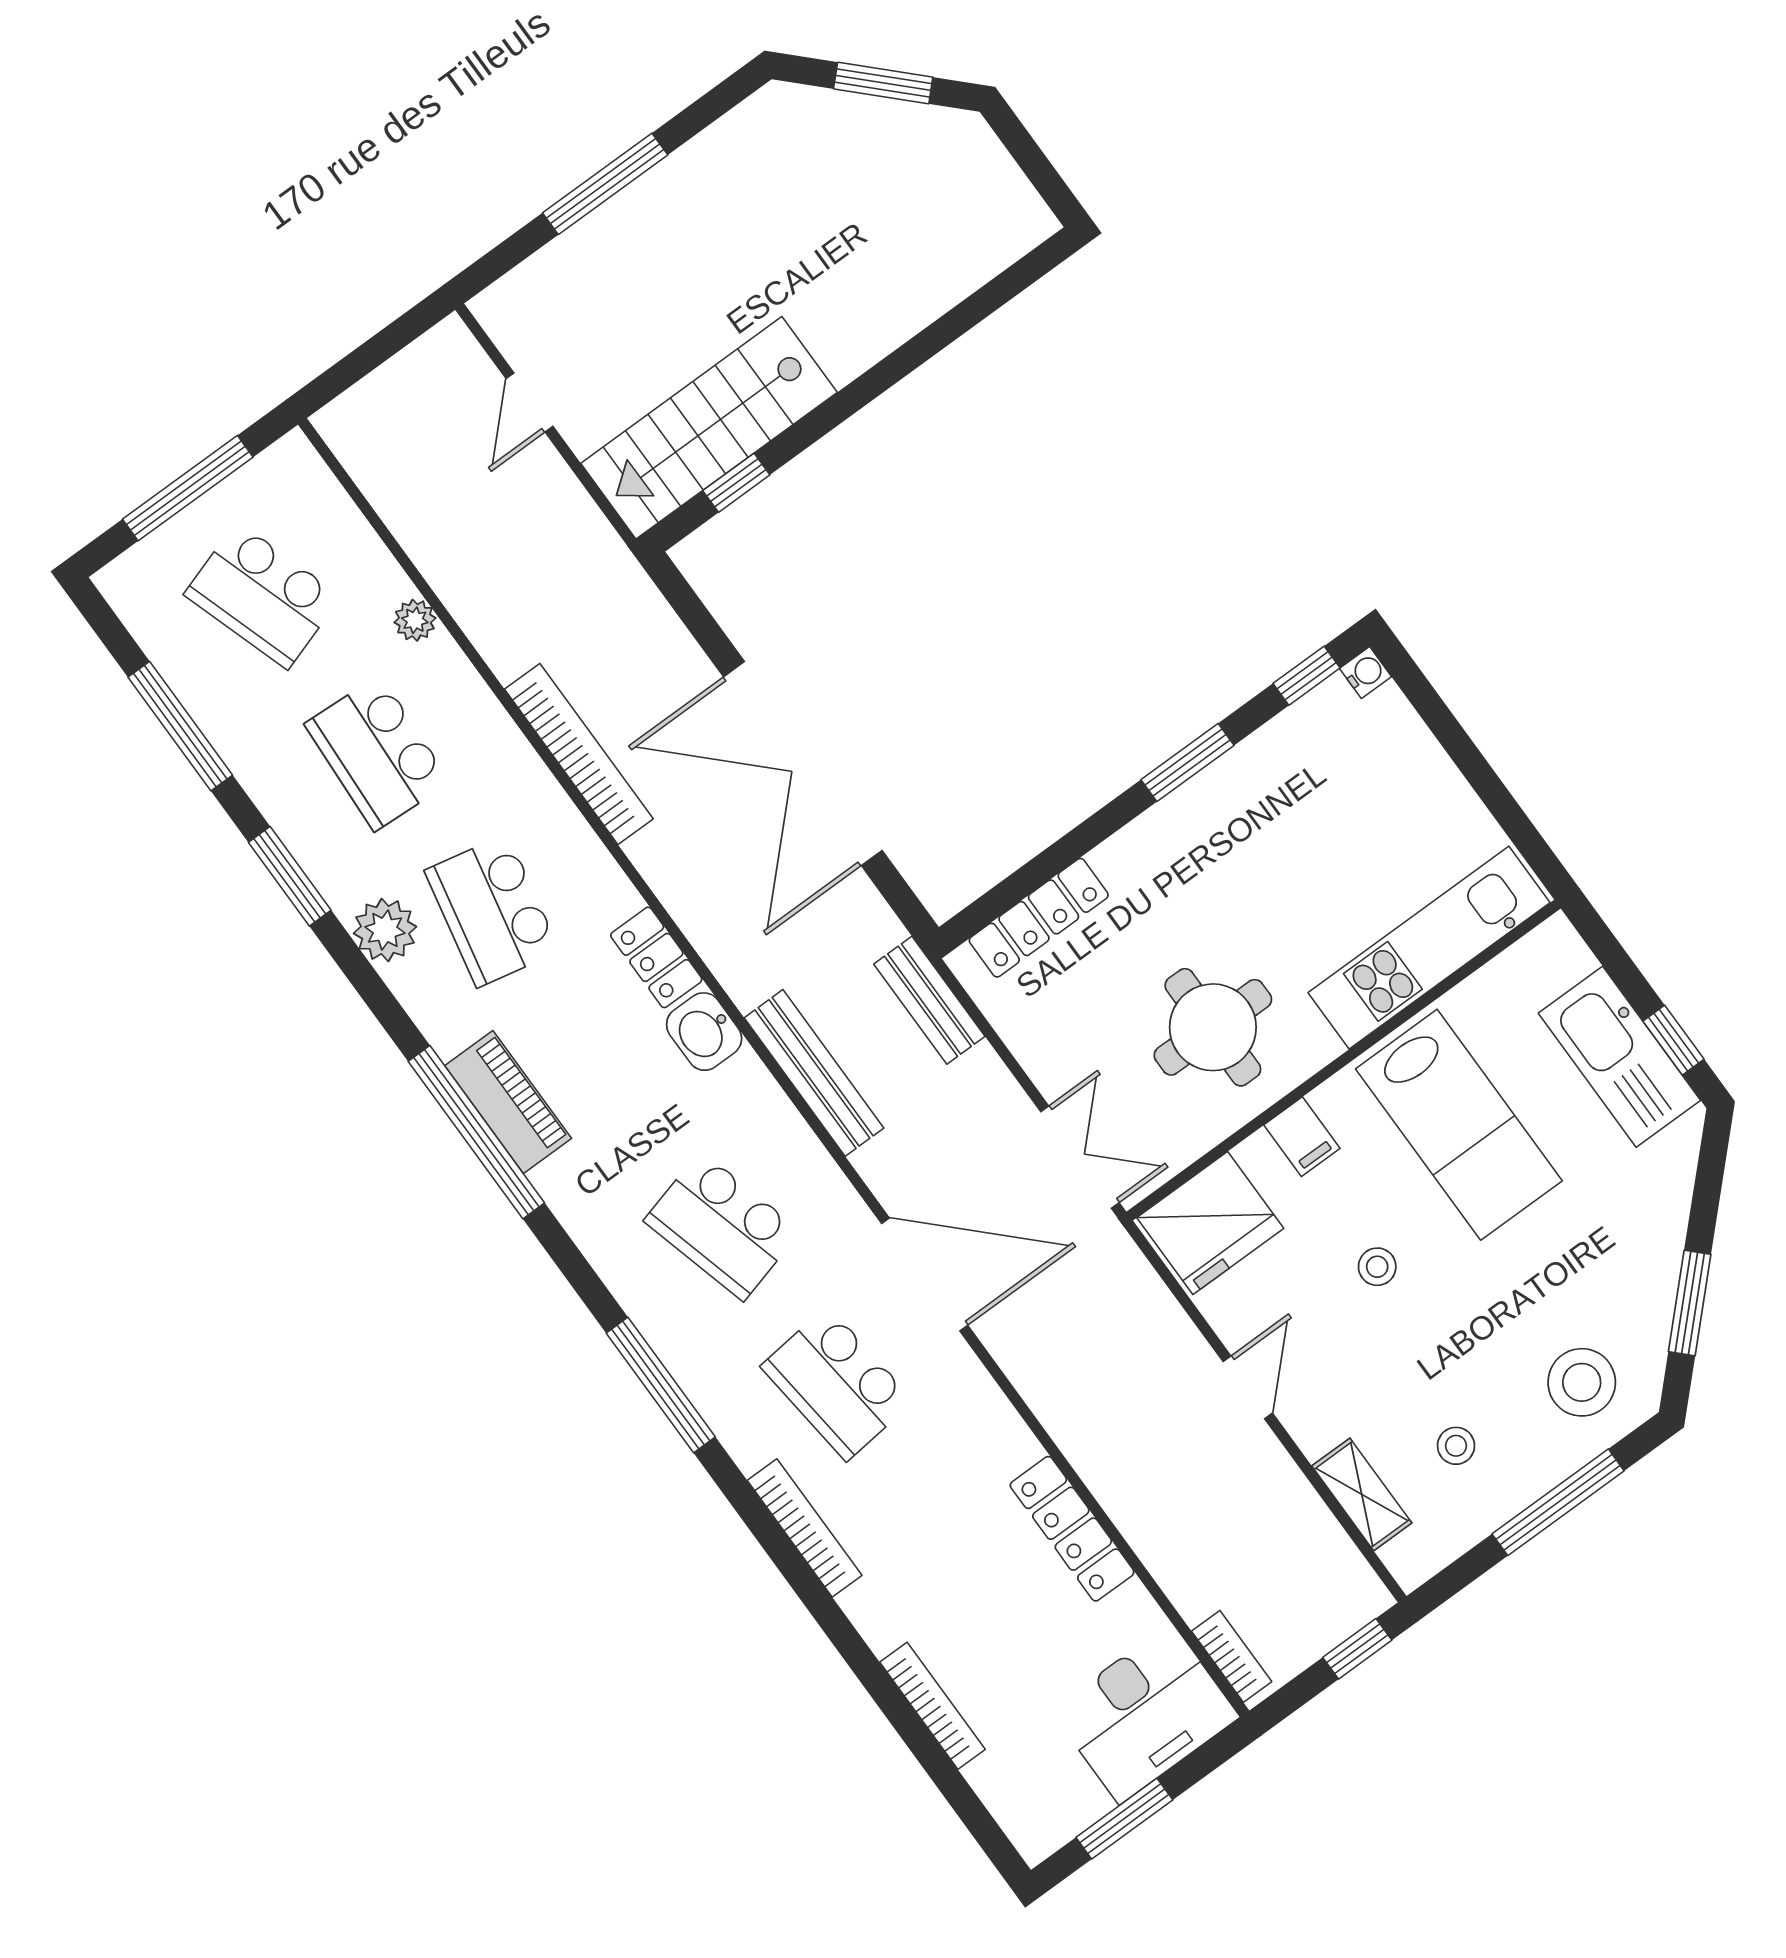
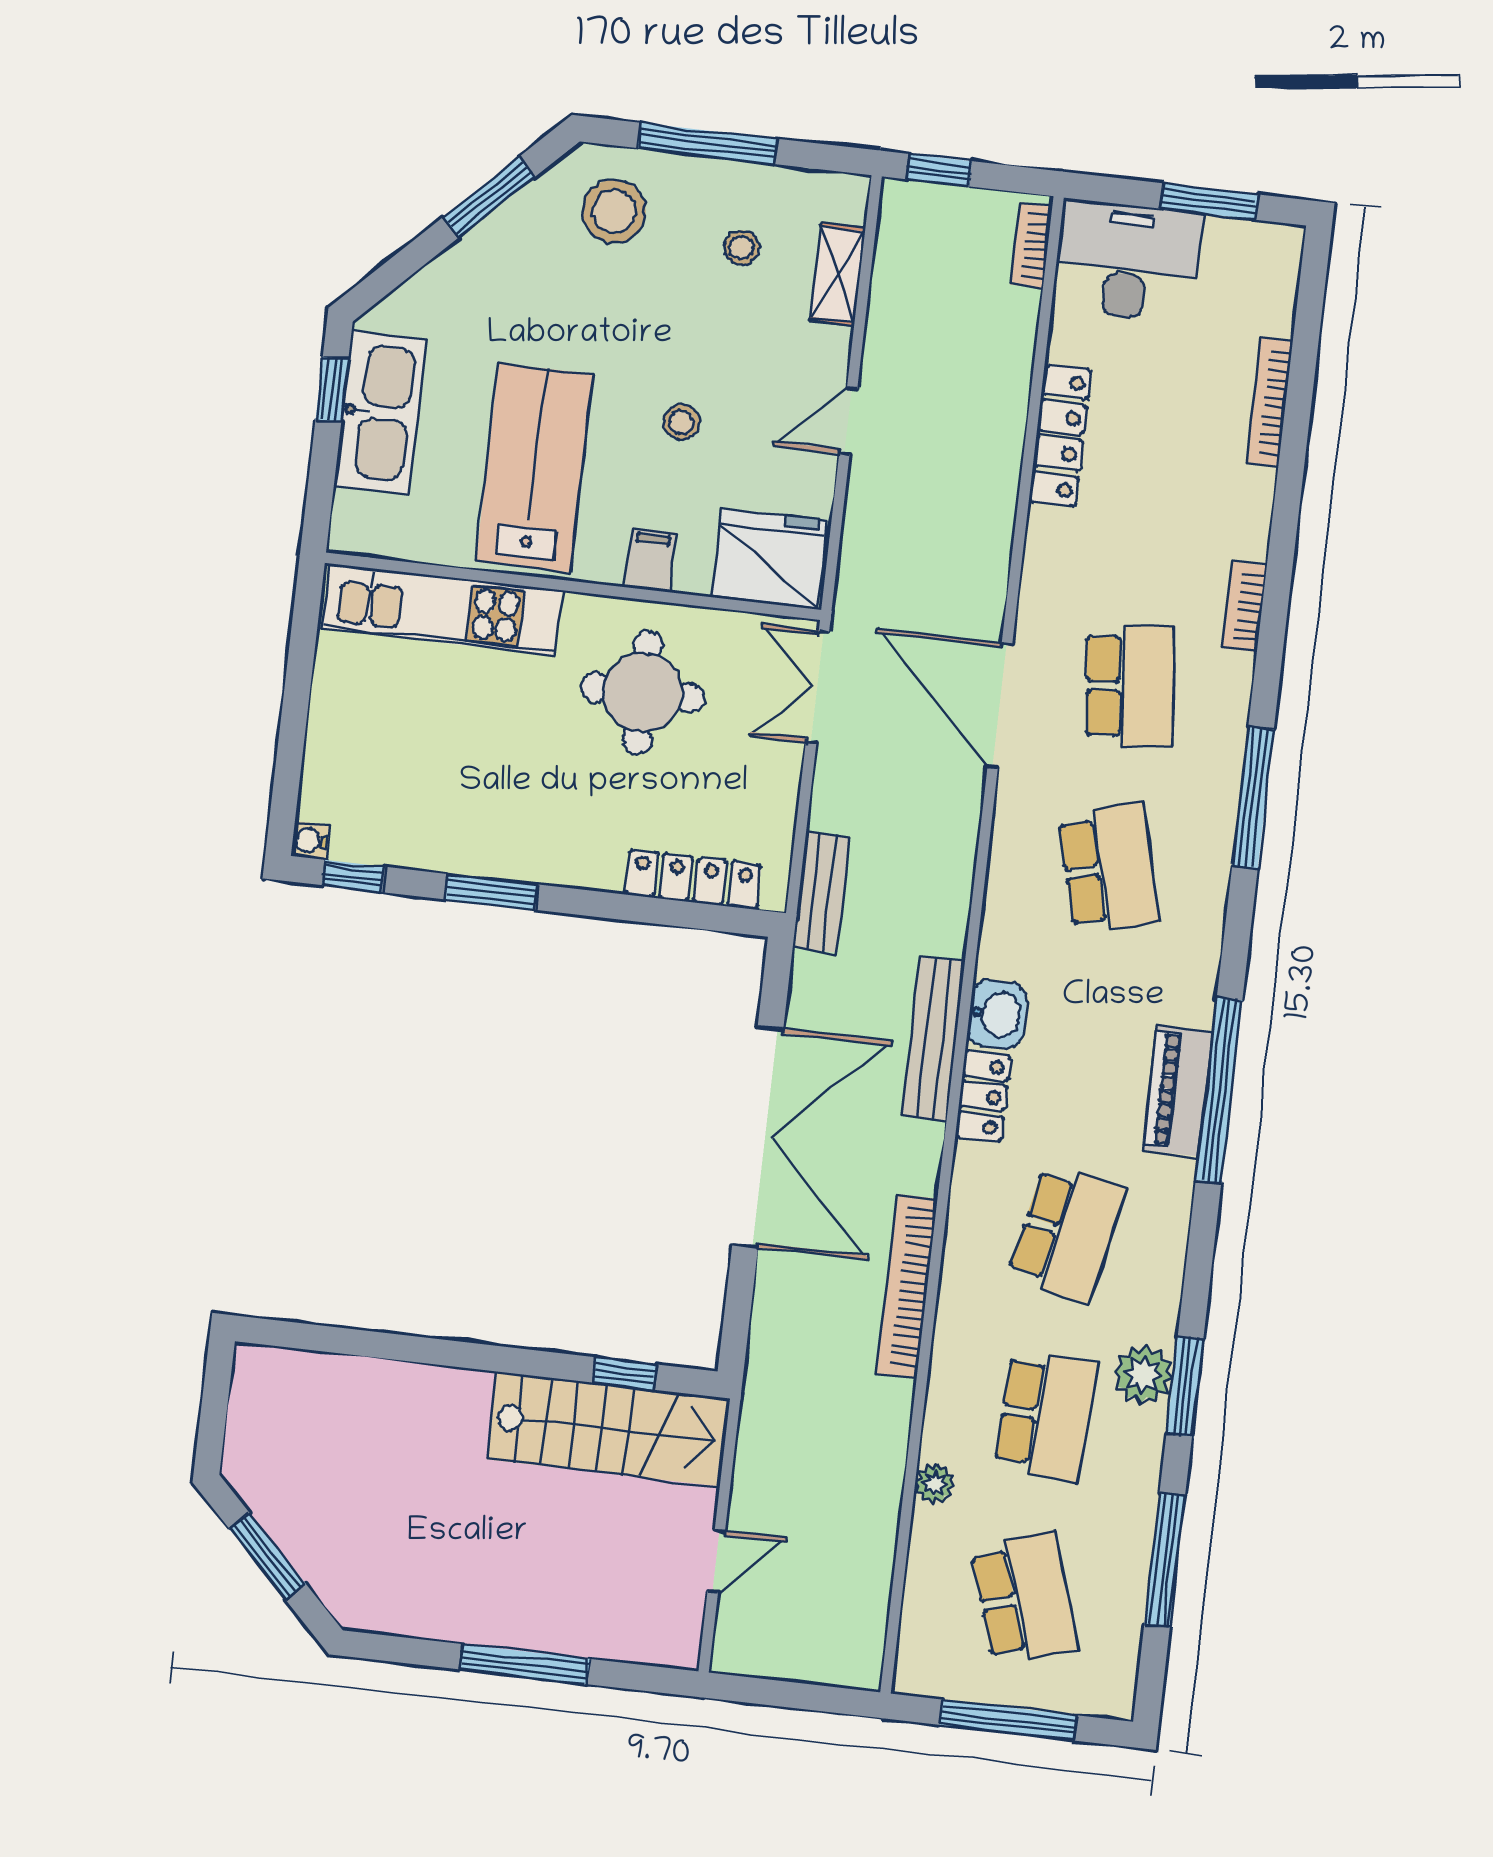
plant: (385, 930) -> (1143, 1374), moved
bench: (814, 1073) -> (933, 1038), moved
bookcase: (805, 1528) -> (1245, 607), width x0.64

